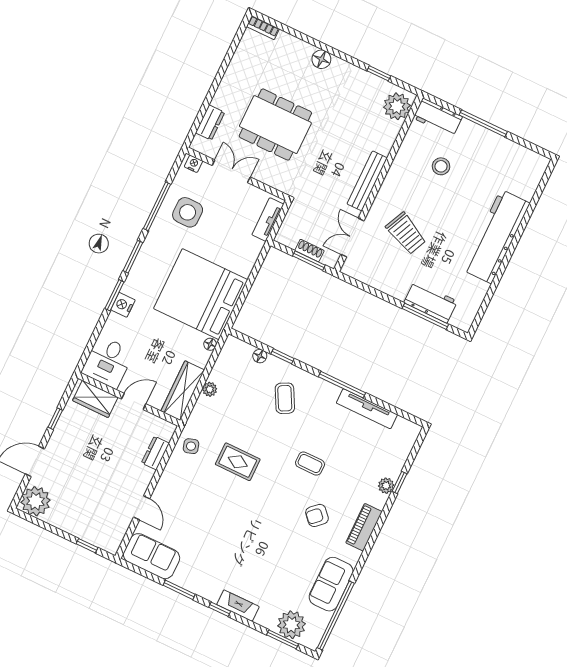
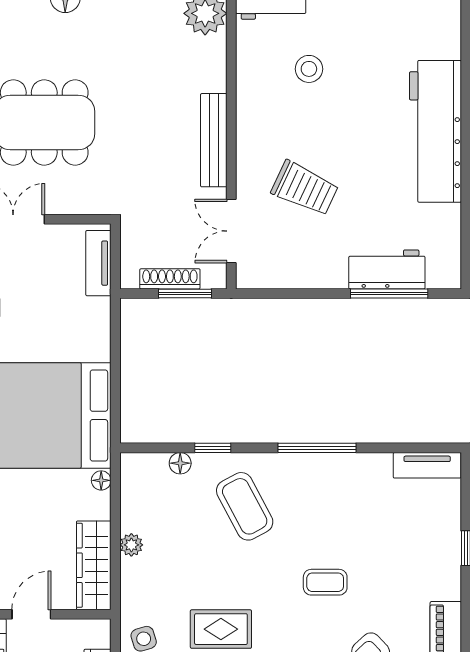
shoe rack: (309, 251) -> (170, 279), width x1.43
coffee table: (285, 398) -> (245, 506), width x1.36, depth x1.30
tv unit: (367, 409) -> (427, 465), moved, width x0.71
plant: (386, 486) -> (449, 562), removed

